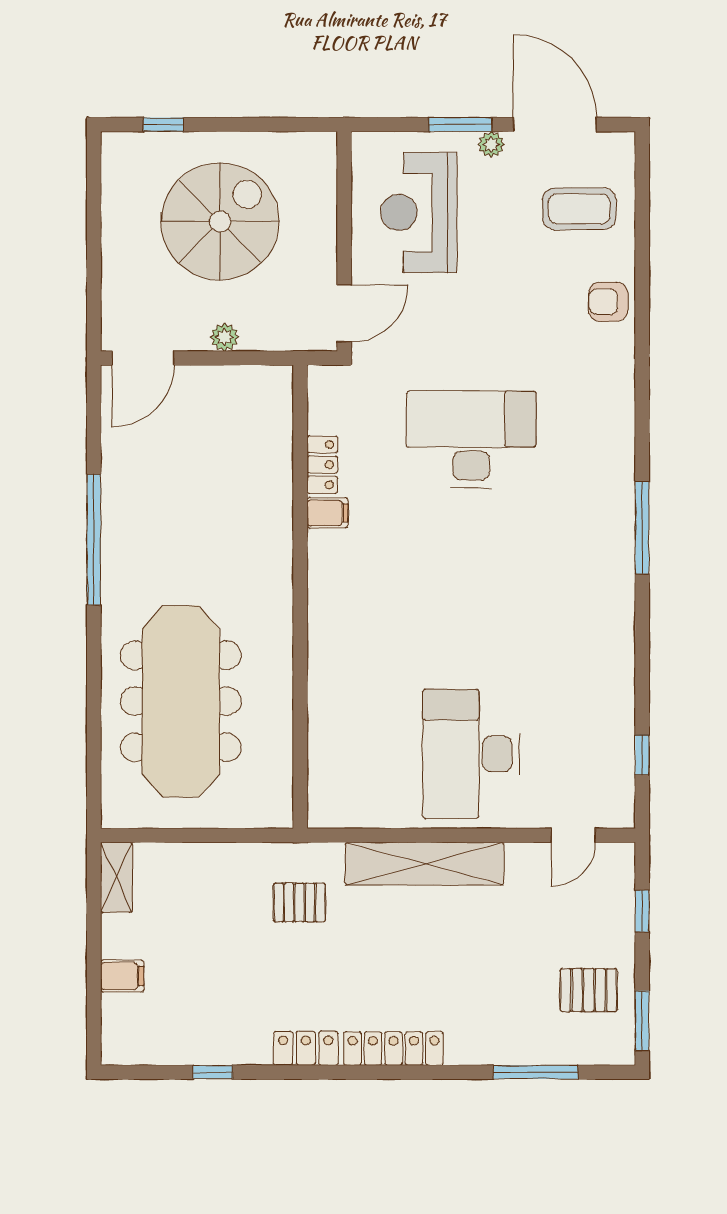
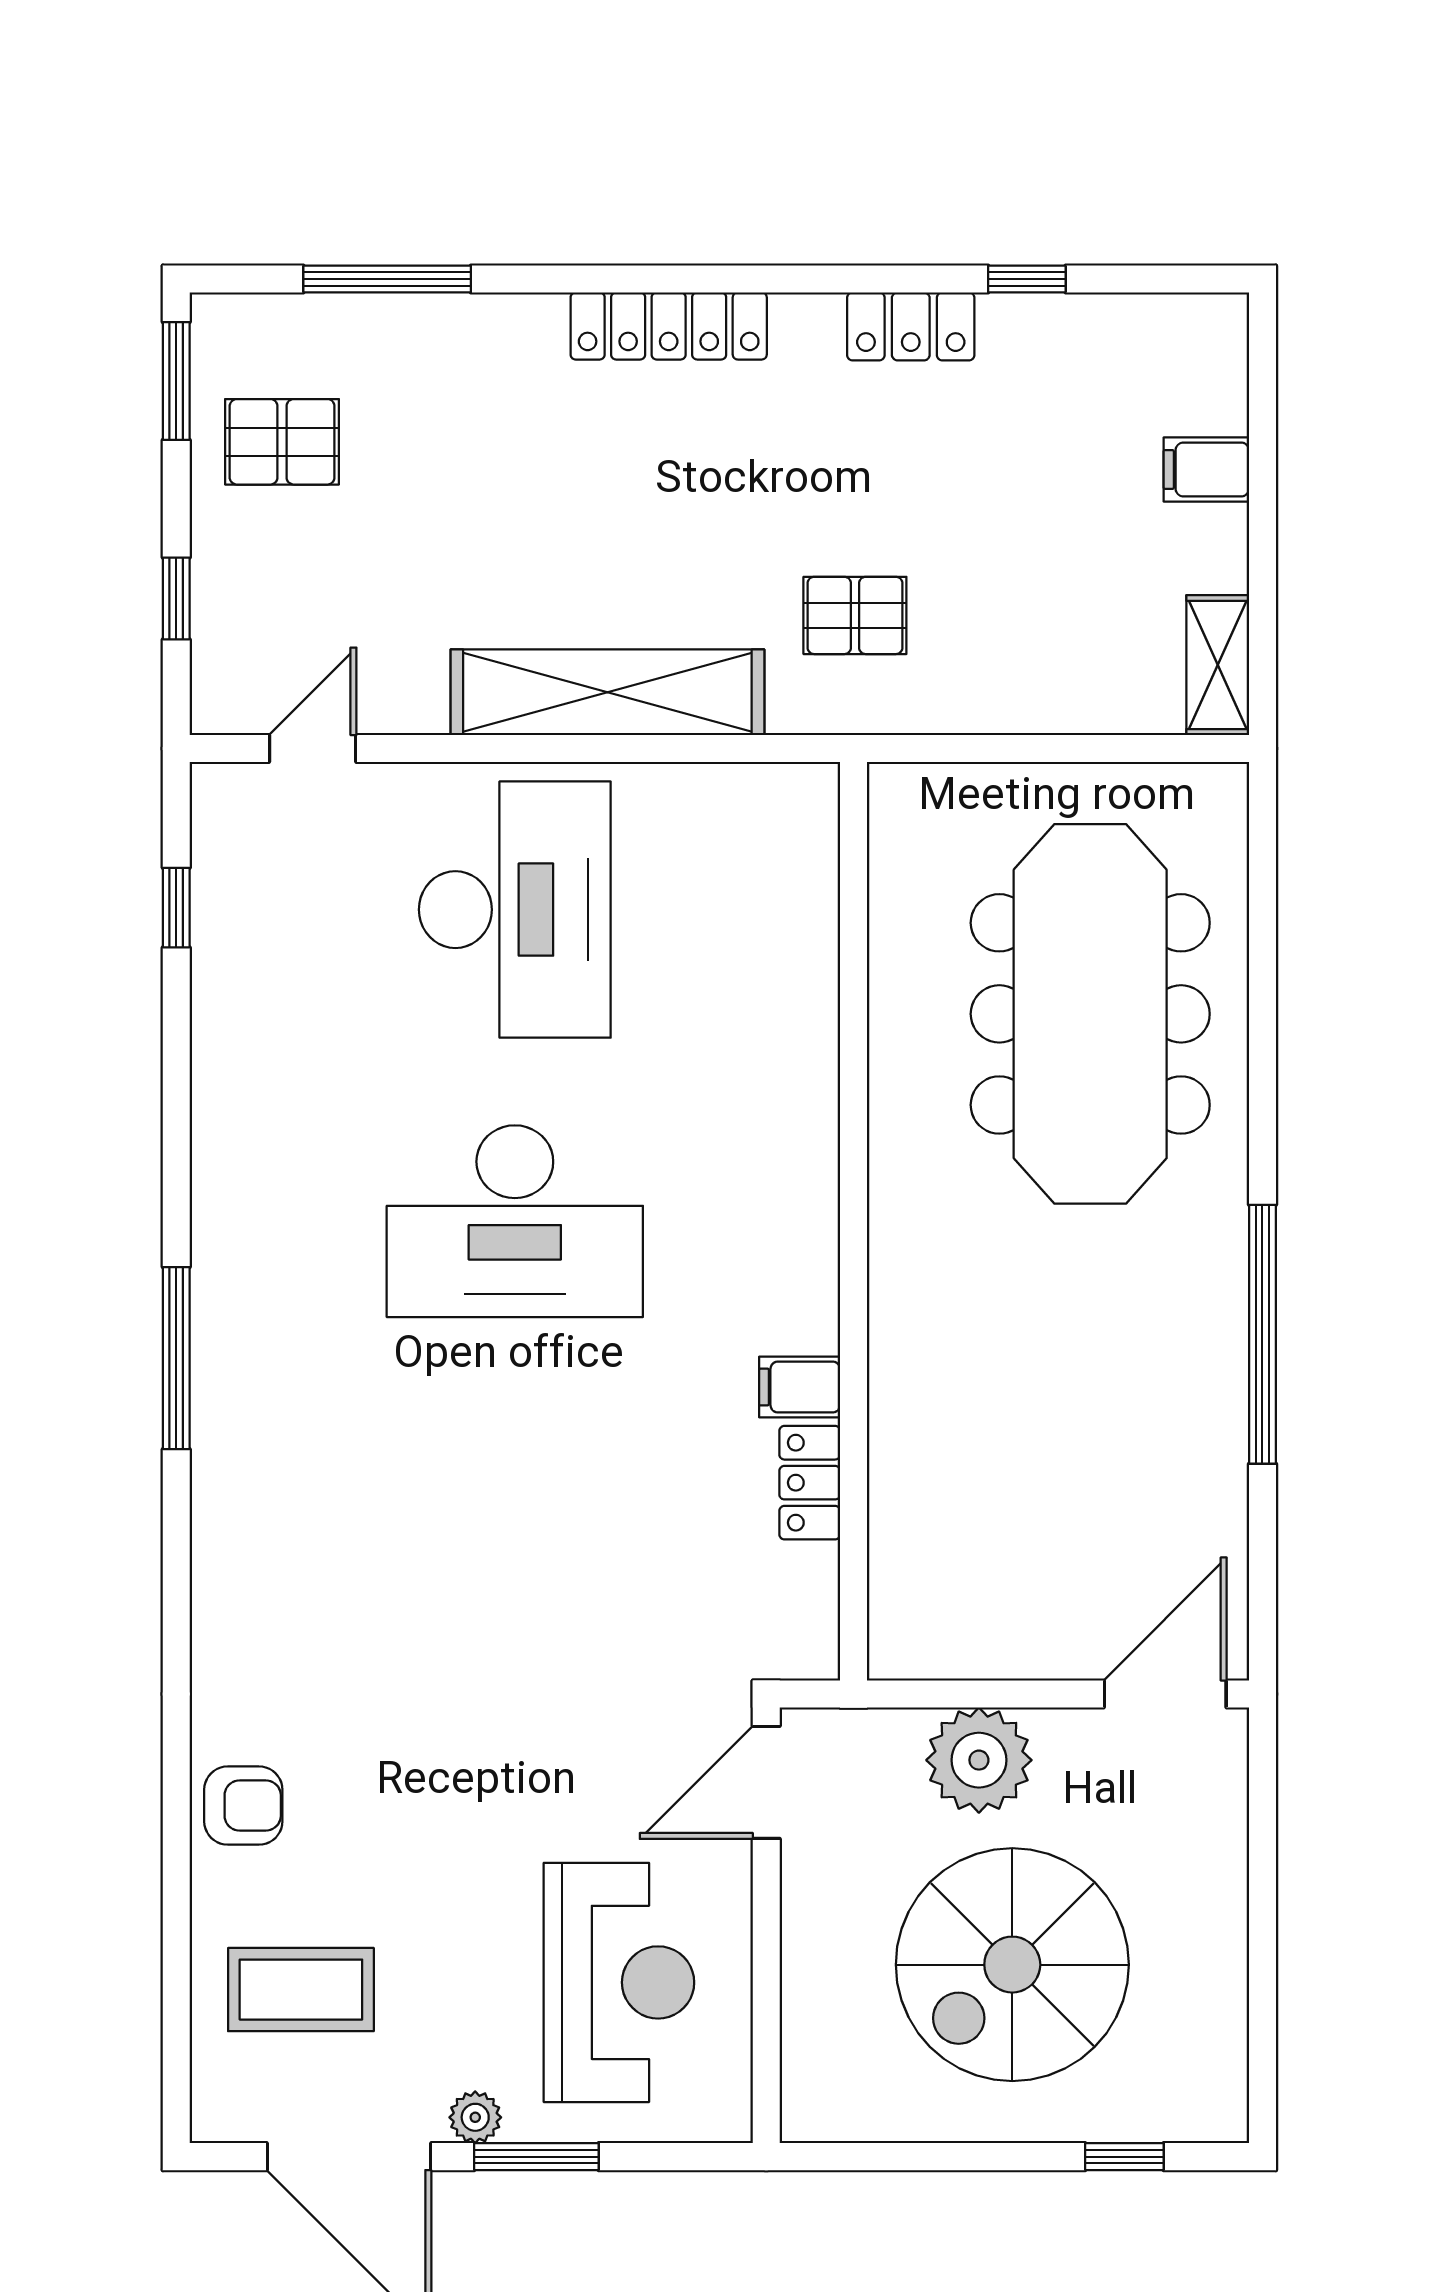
plant: (224, 337) -> (979, 1760), width x1.87, depth x1.87
desk: (471, 439) -> (515, 1221), moved
locker: (306, 1048) -> (911, 326), moved

